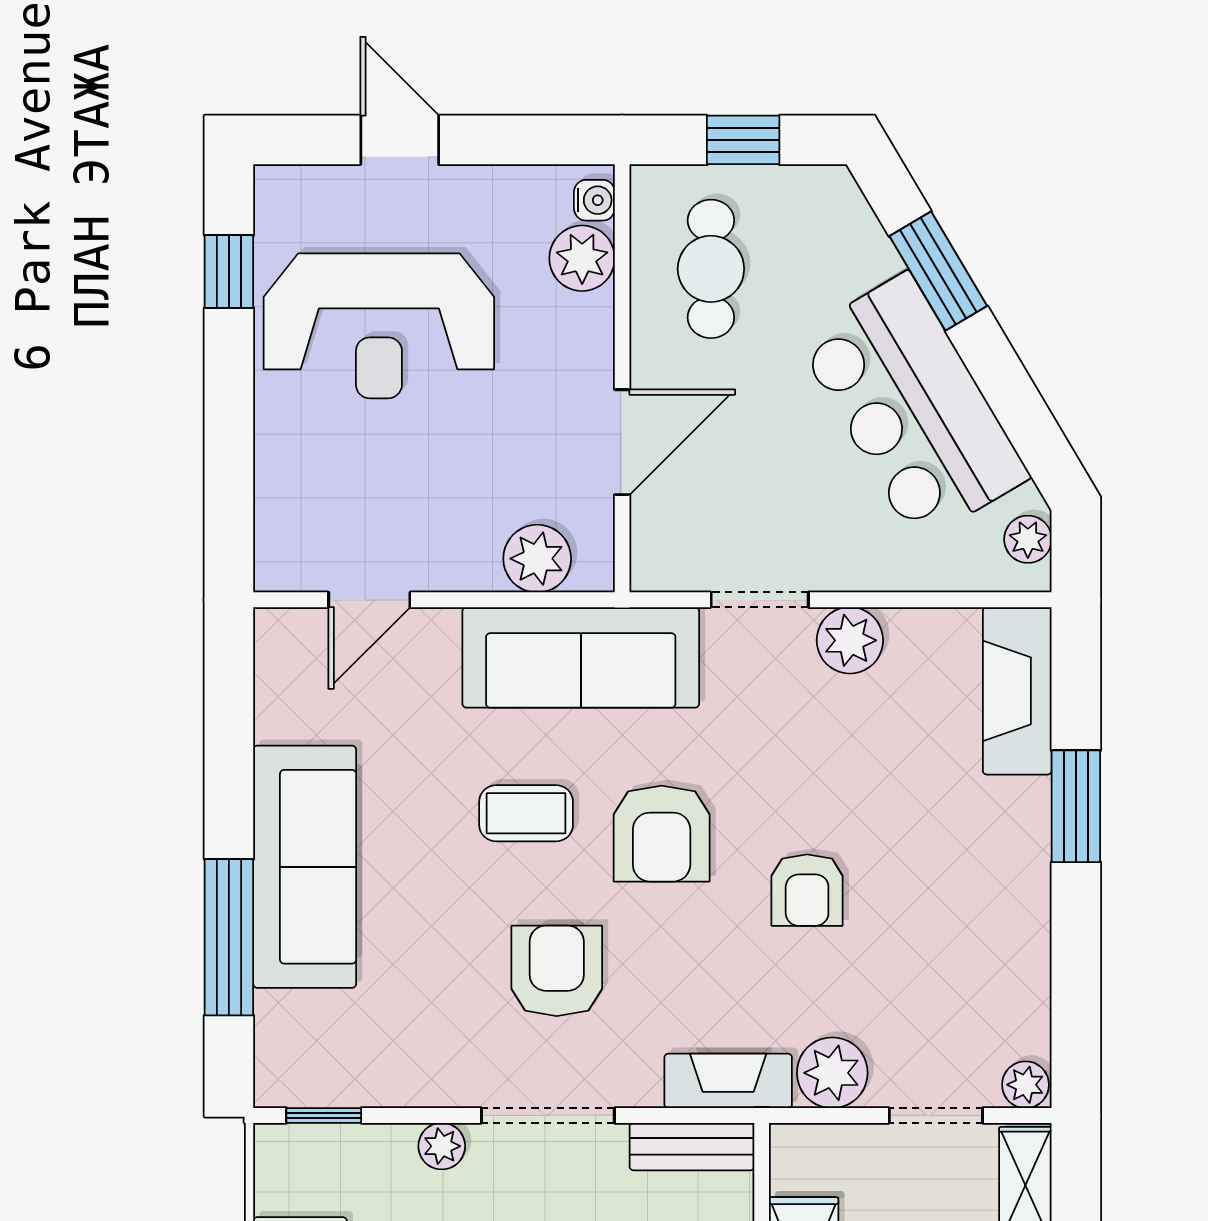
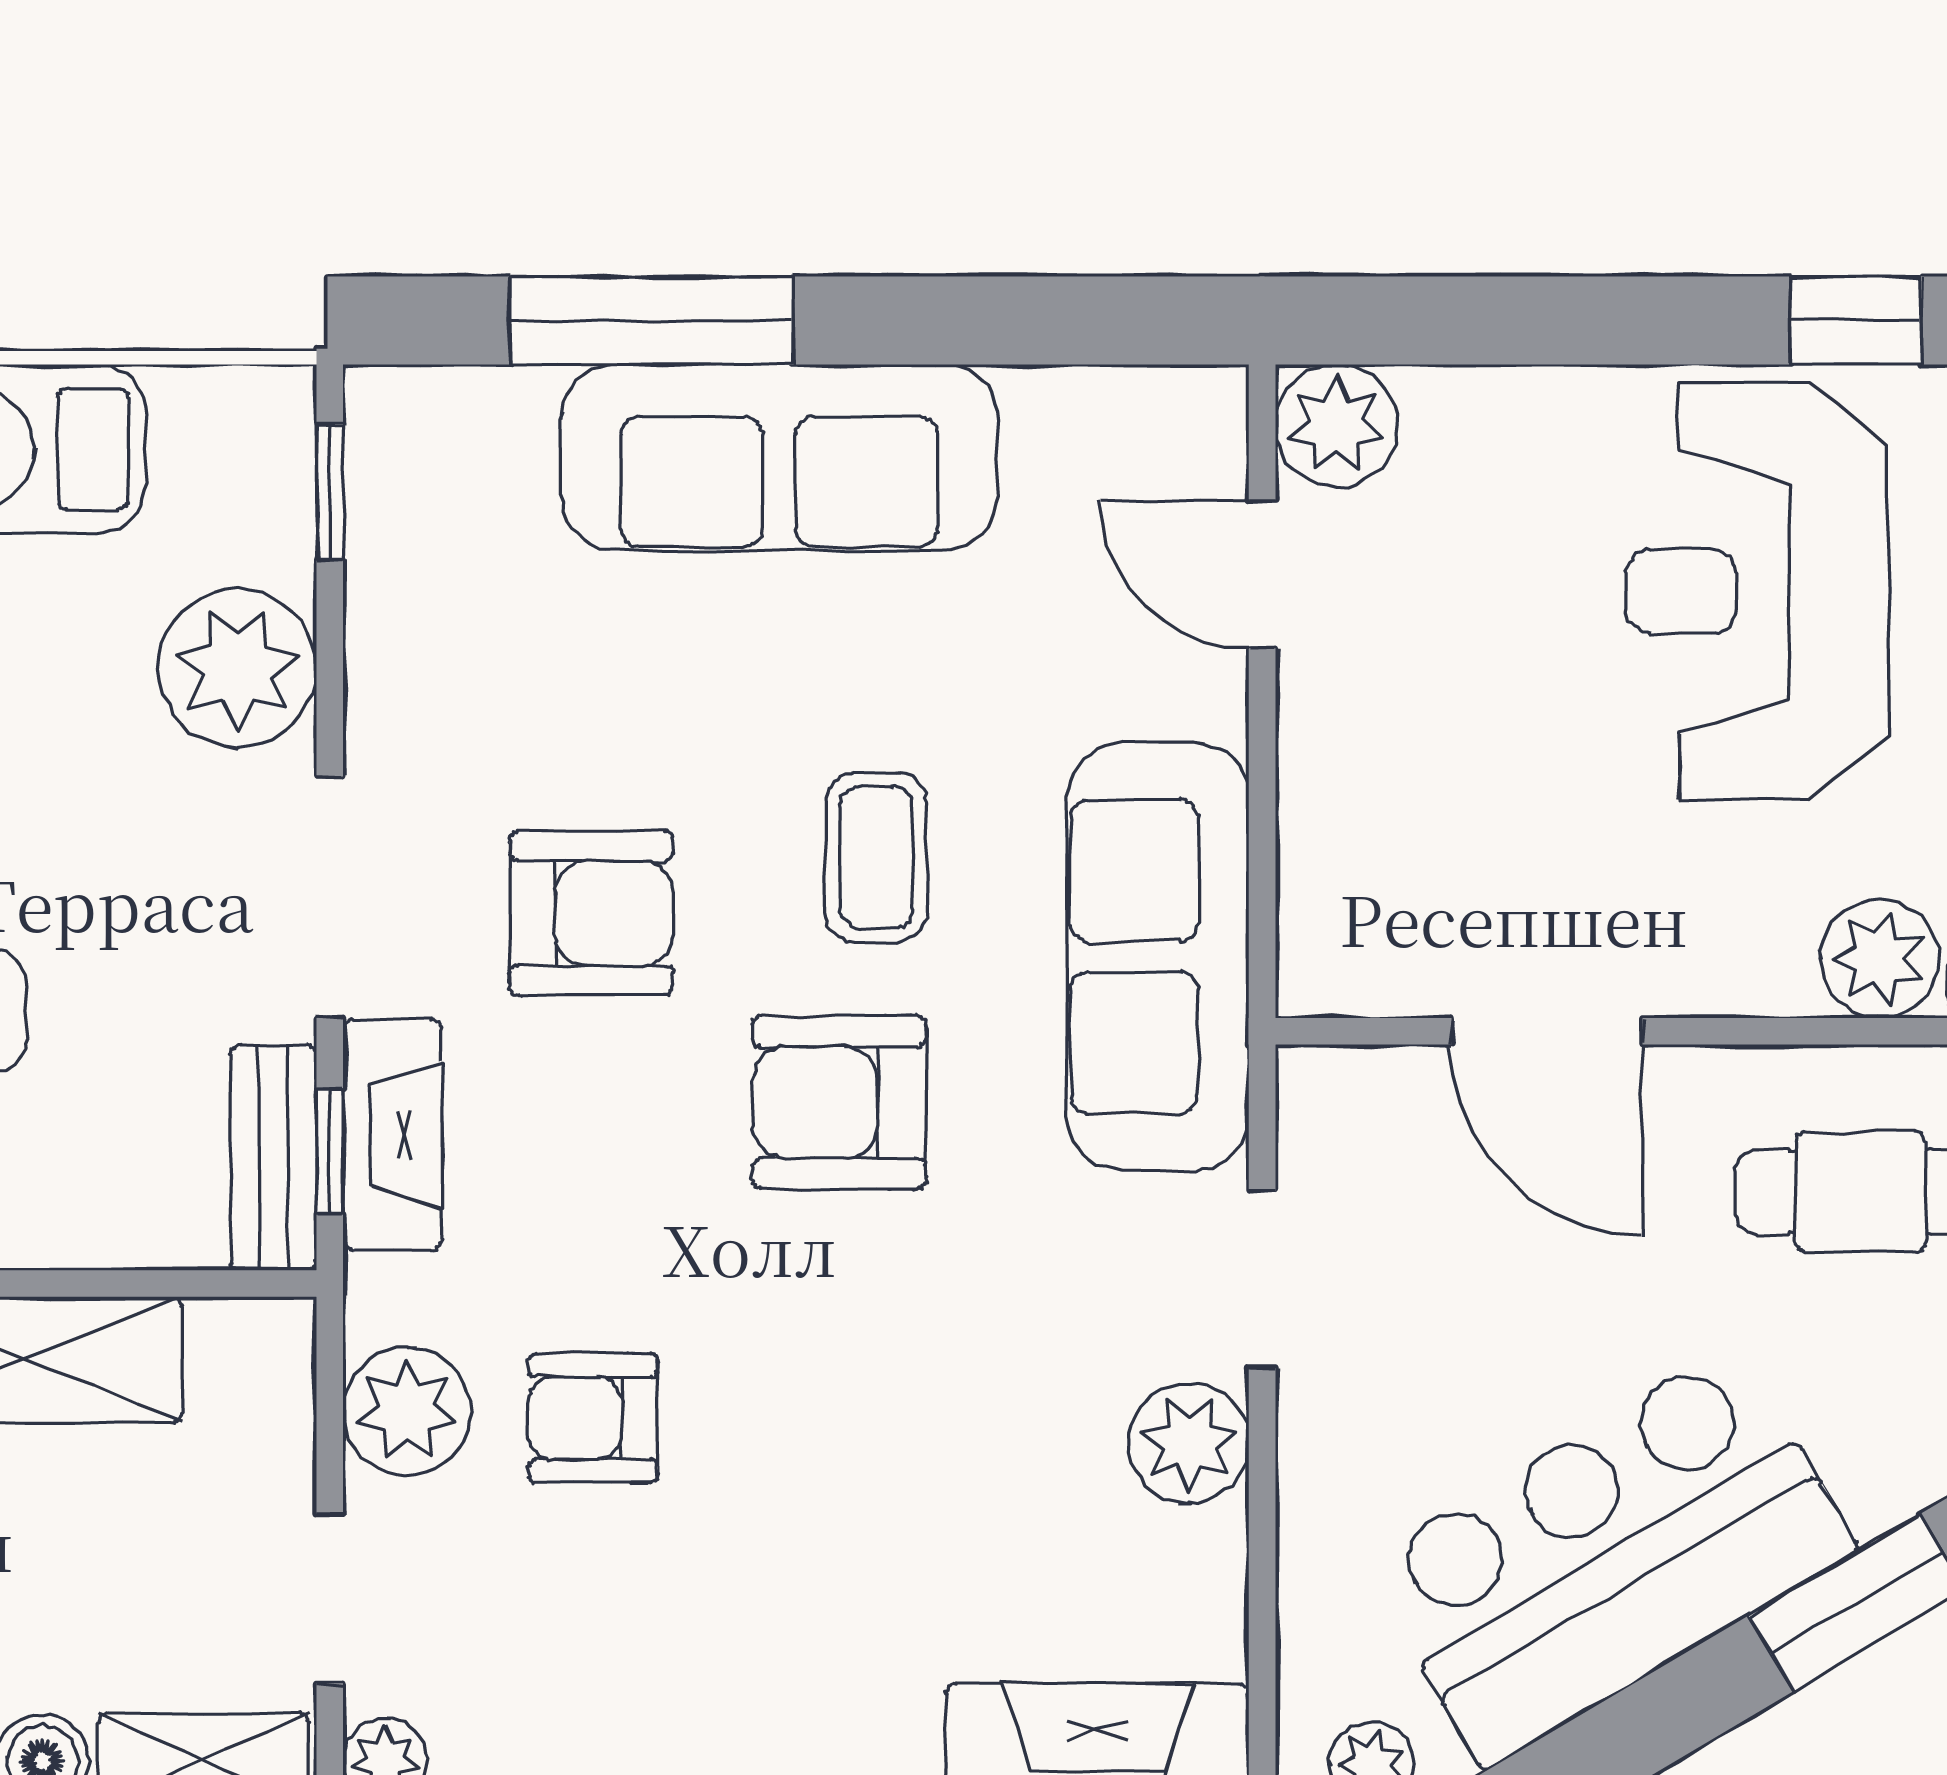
plant: (537, 559) -> (1337, 426), moved
armchair: (807, 890) -> (593, 1418), moved
fireplace: (728, 1081) -> (392, 1134), moved
window: (689, 1115) -> (330, 1152), added
plant: (442, 1146) -> (237, 668), width x1.87, depth x1.87

